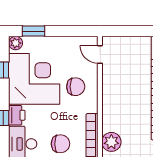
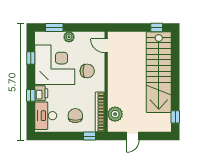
plant: (16, 43) -> (69, 37), moved
chair: (60, 144) -> (75, 116), turned -90

